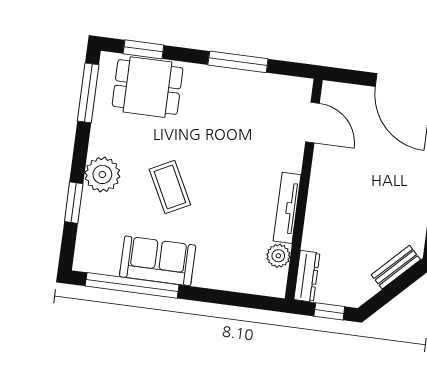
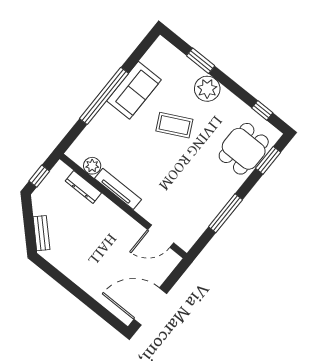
window: (88, 93) -> (262, 110), width x0.46
dresser: (307, 276) -> (83, 187), moved
window: (132, 285) -> (104, 96), moved

